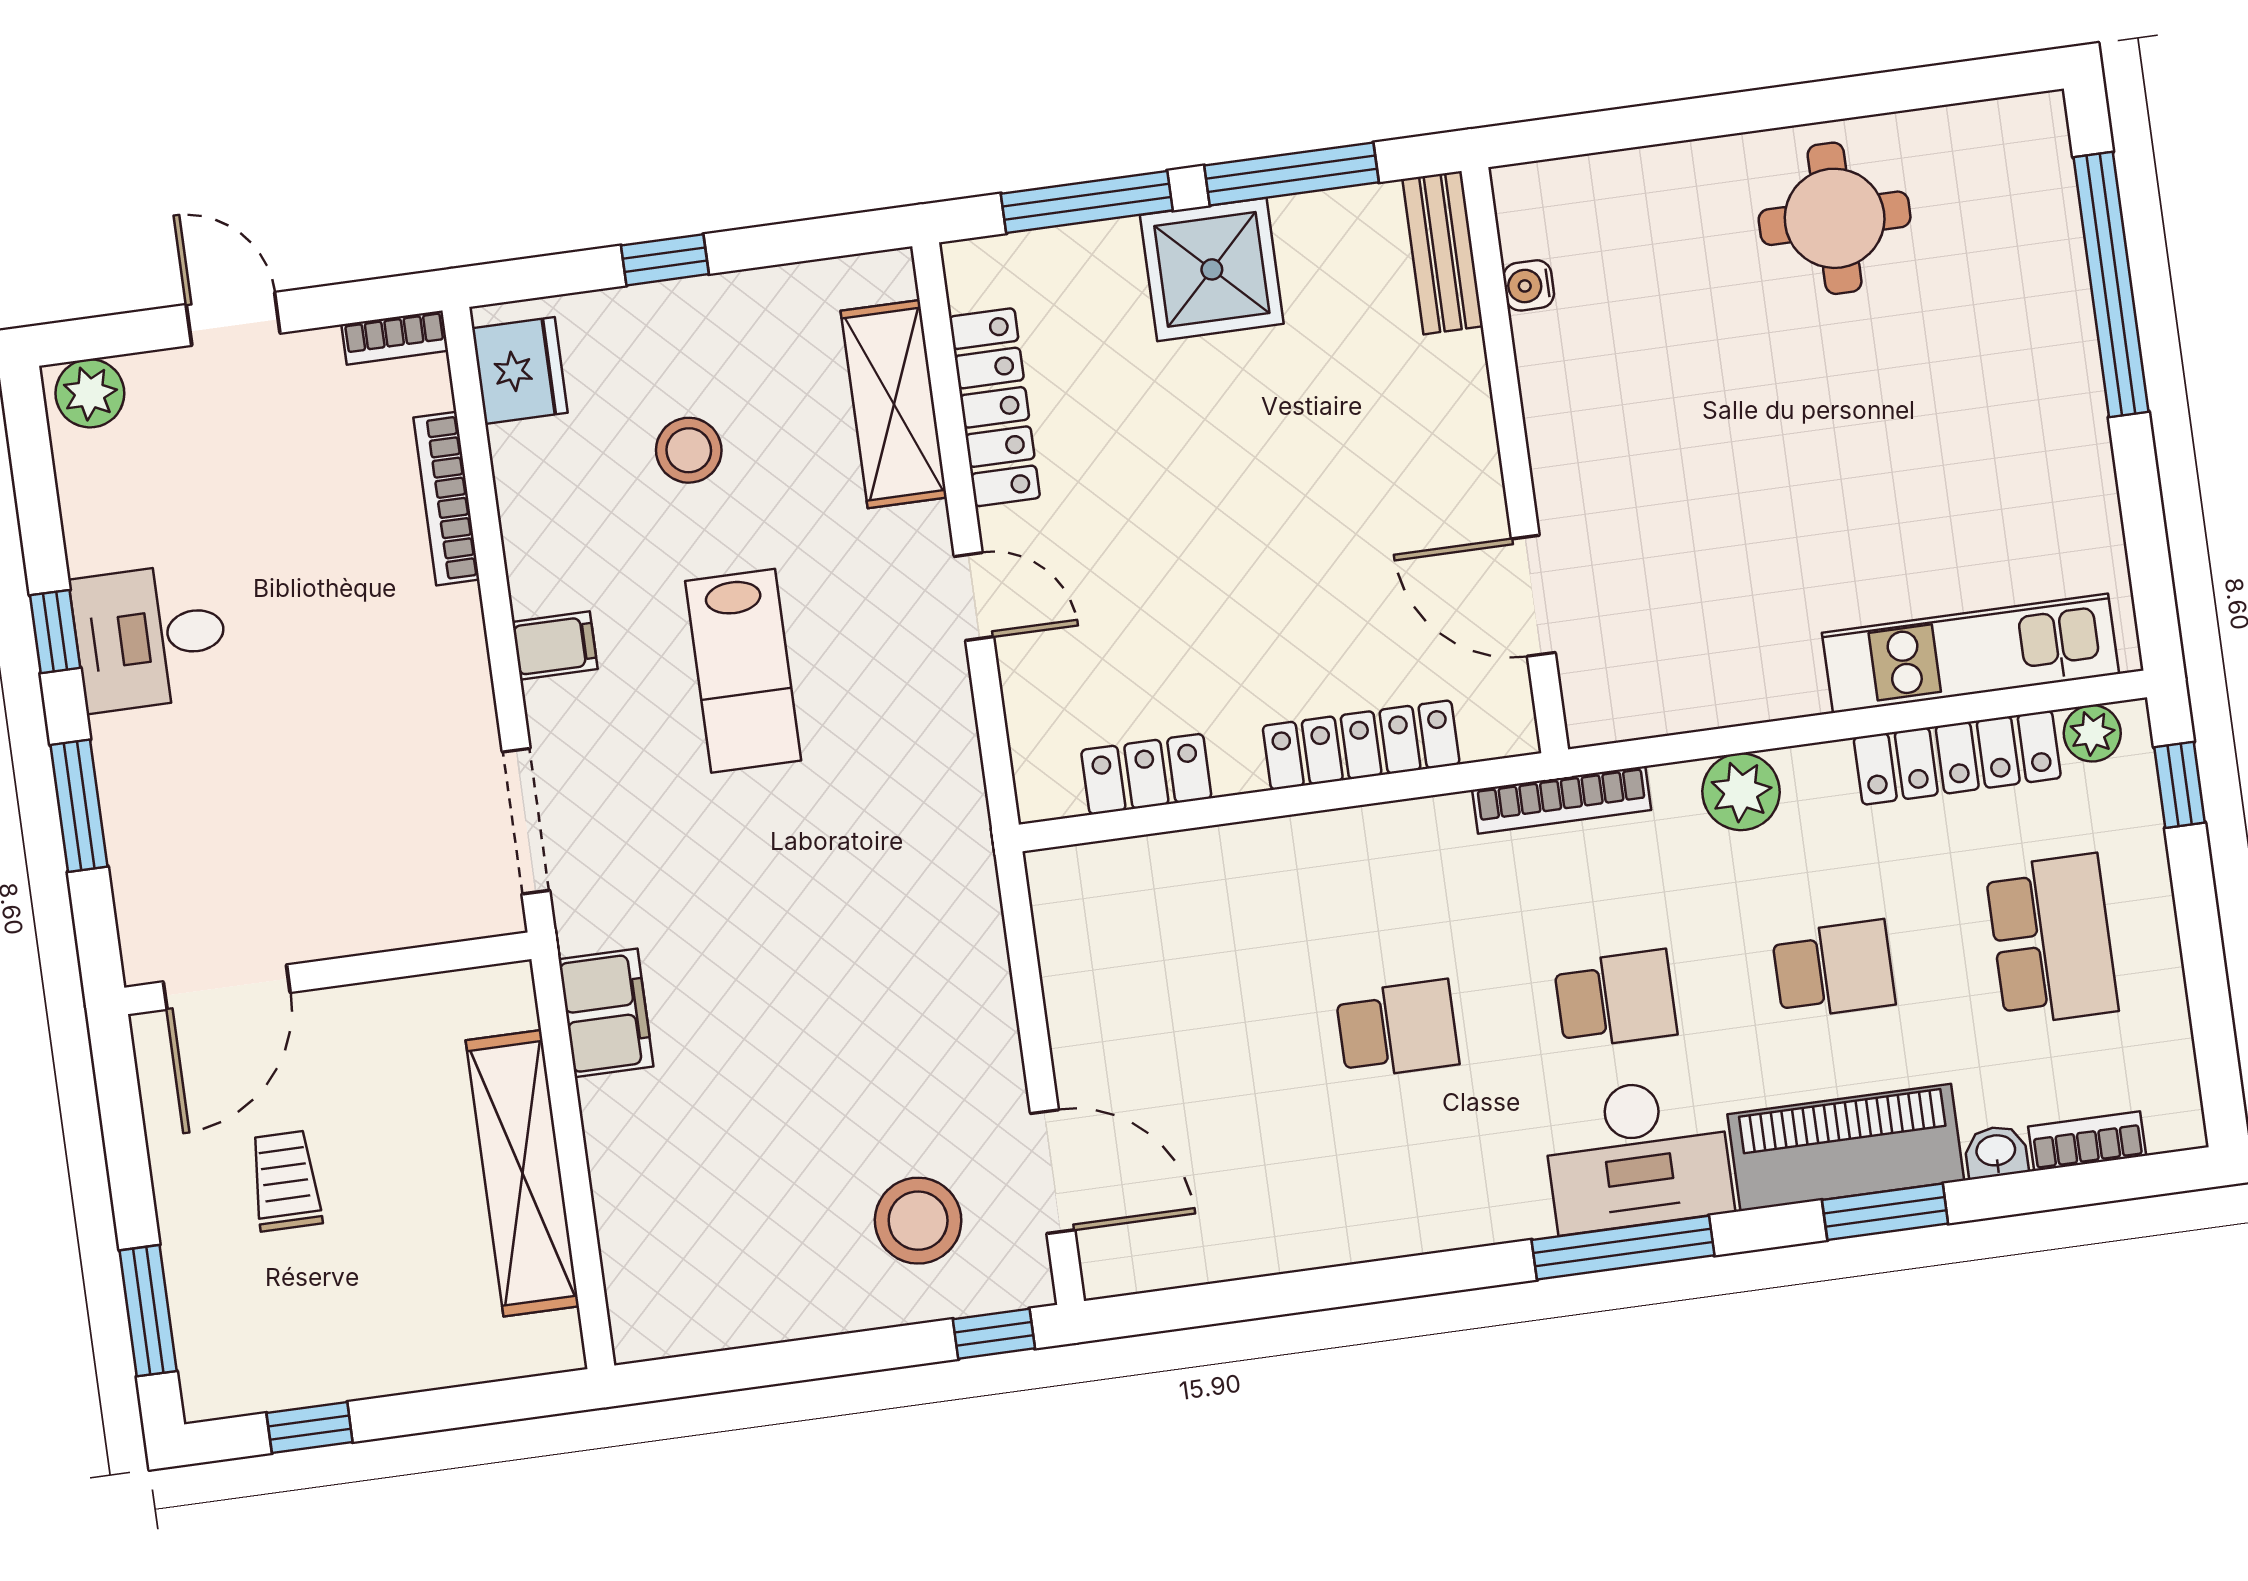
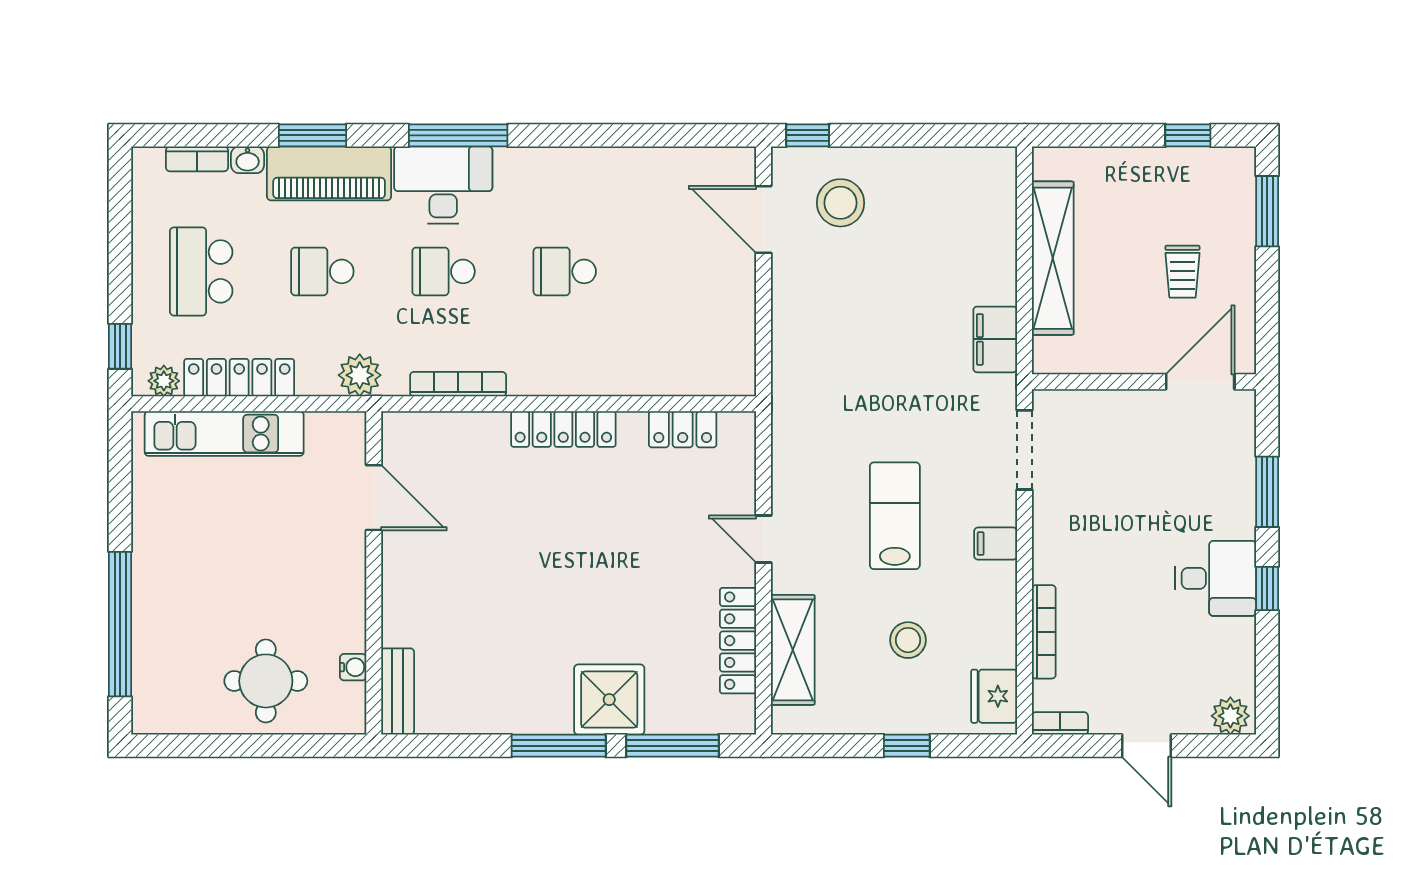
bench: (1443, 253) -> (398, 691), moved
water cooler: (1529, 285) -> (353, 667), moved
wall: (1515, 460) -> (374, 573), moved
door: (1533, 596) -> (374, 498), moved

